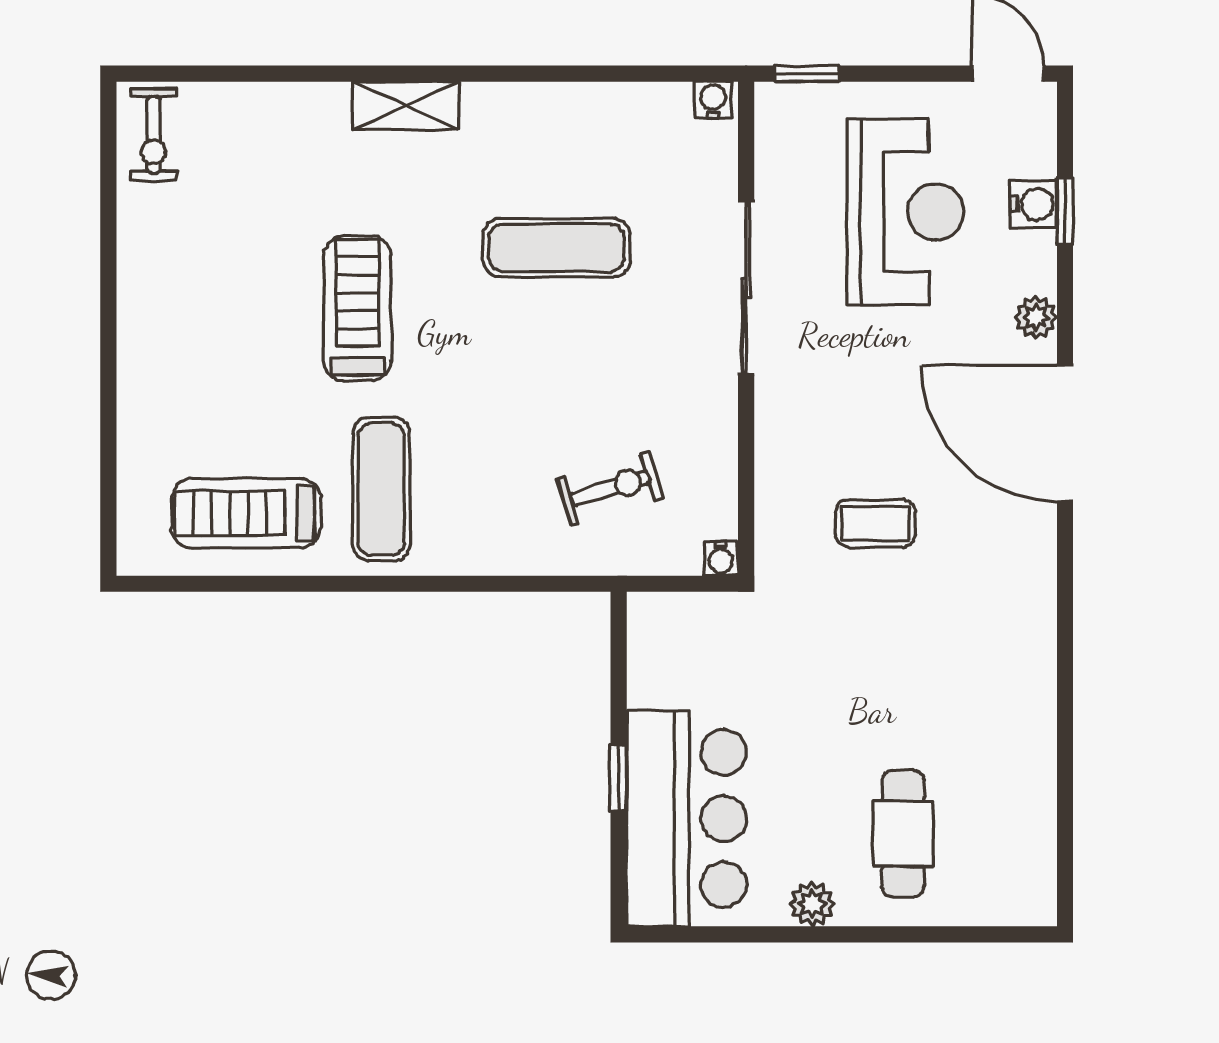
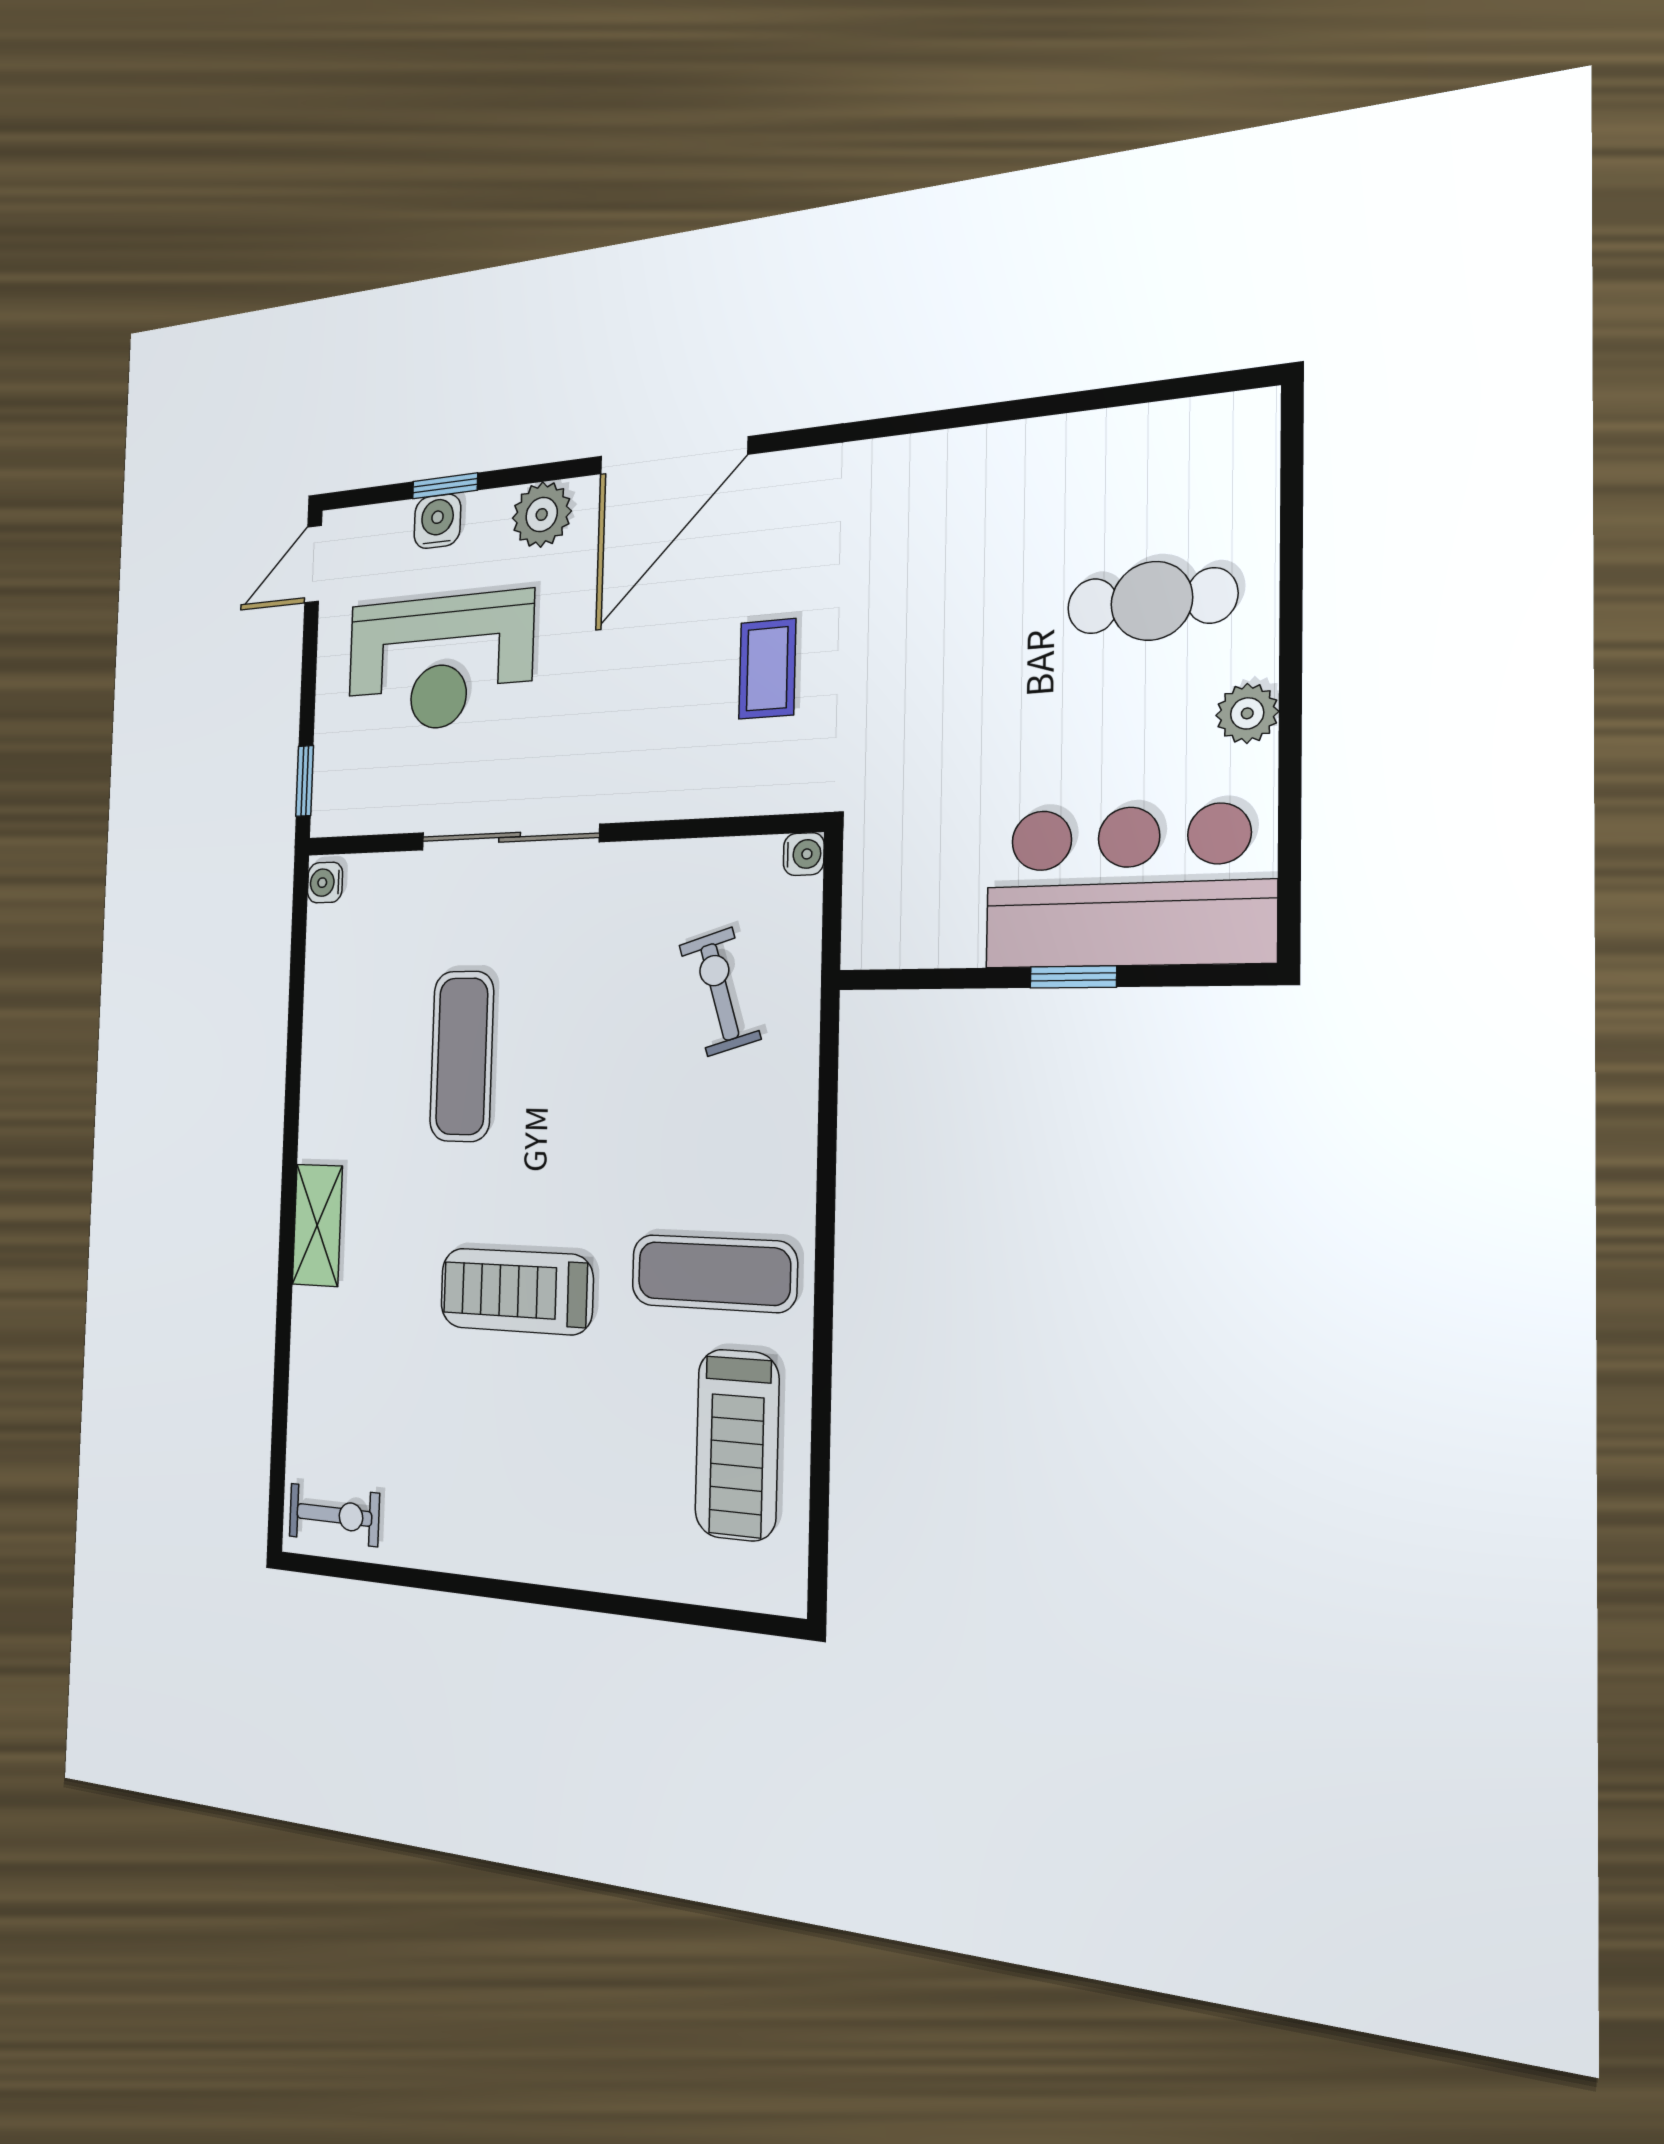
reception desk: (905, 212) -> (440, 663), turned 180
plant: (1036, 317) -> (542, 515), width x1.38, depth x1.38

